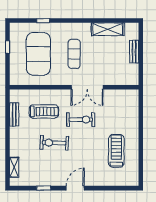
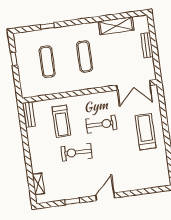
exercise mat: (38, 54) -> (47, 62), width x0.50, depth x0.69
double door: (87, 87) -> (133, 85), moved
treadmill: (44, 111) -> (61, 121), turned 90
bench: (14, 114) -> (29, 115), moved
treadmill: (116, 151) -> (146, 132), moved

